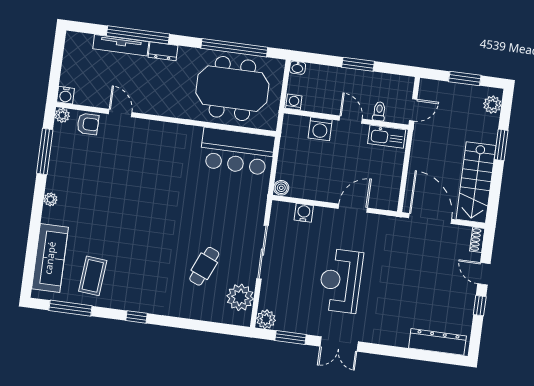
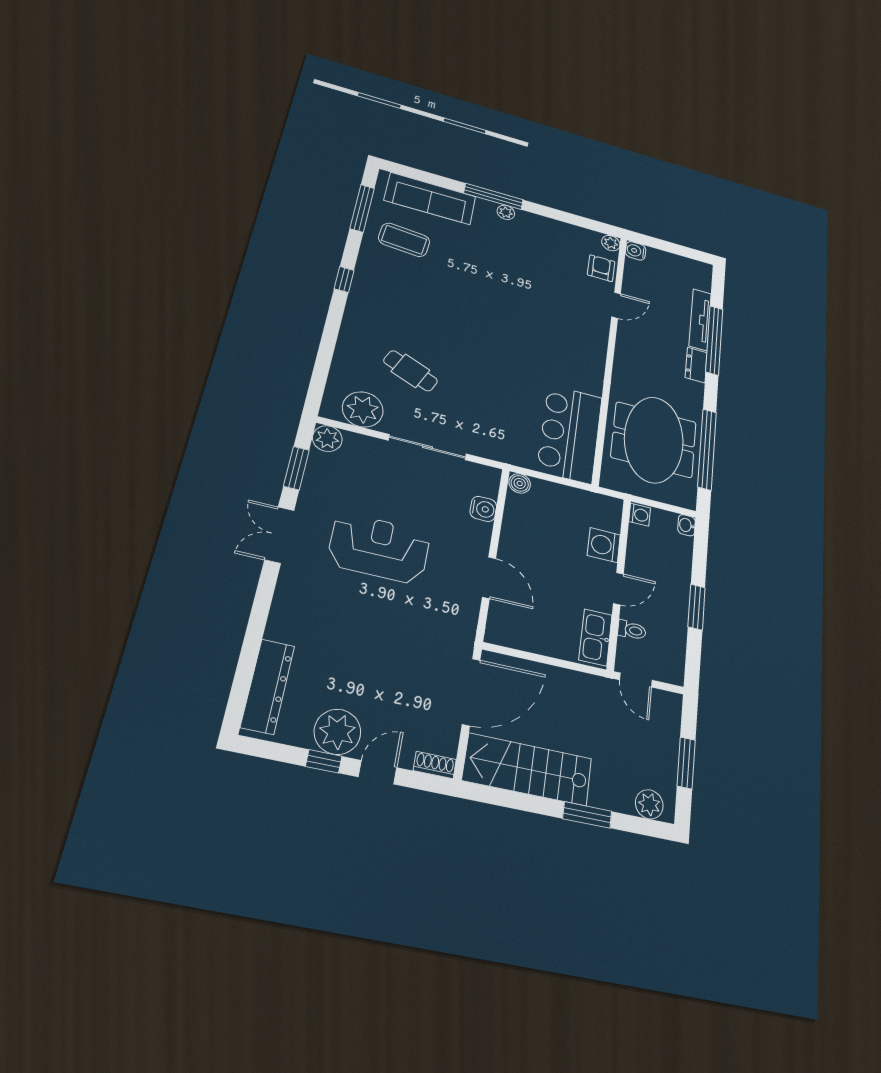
armchair: (88, 124) -> (601, 268), turned 180
window: (45, 151) -> (493, 196), moved
plant: (462, 299) -> (337, 732), added

